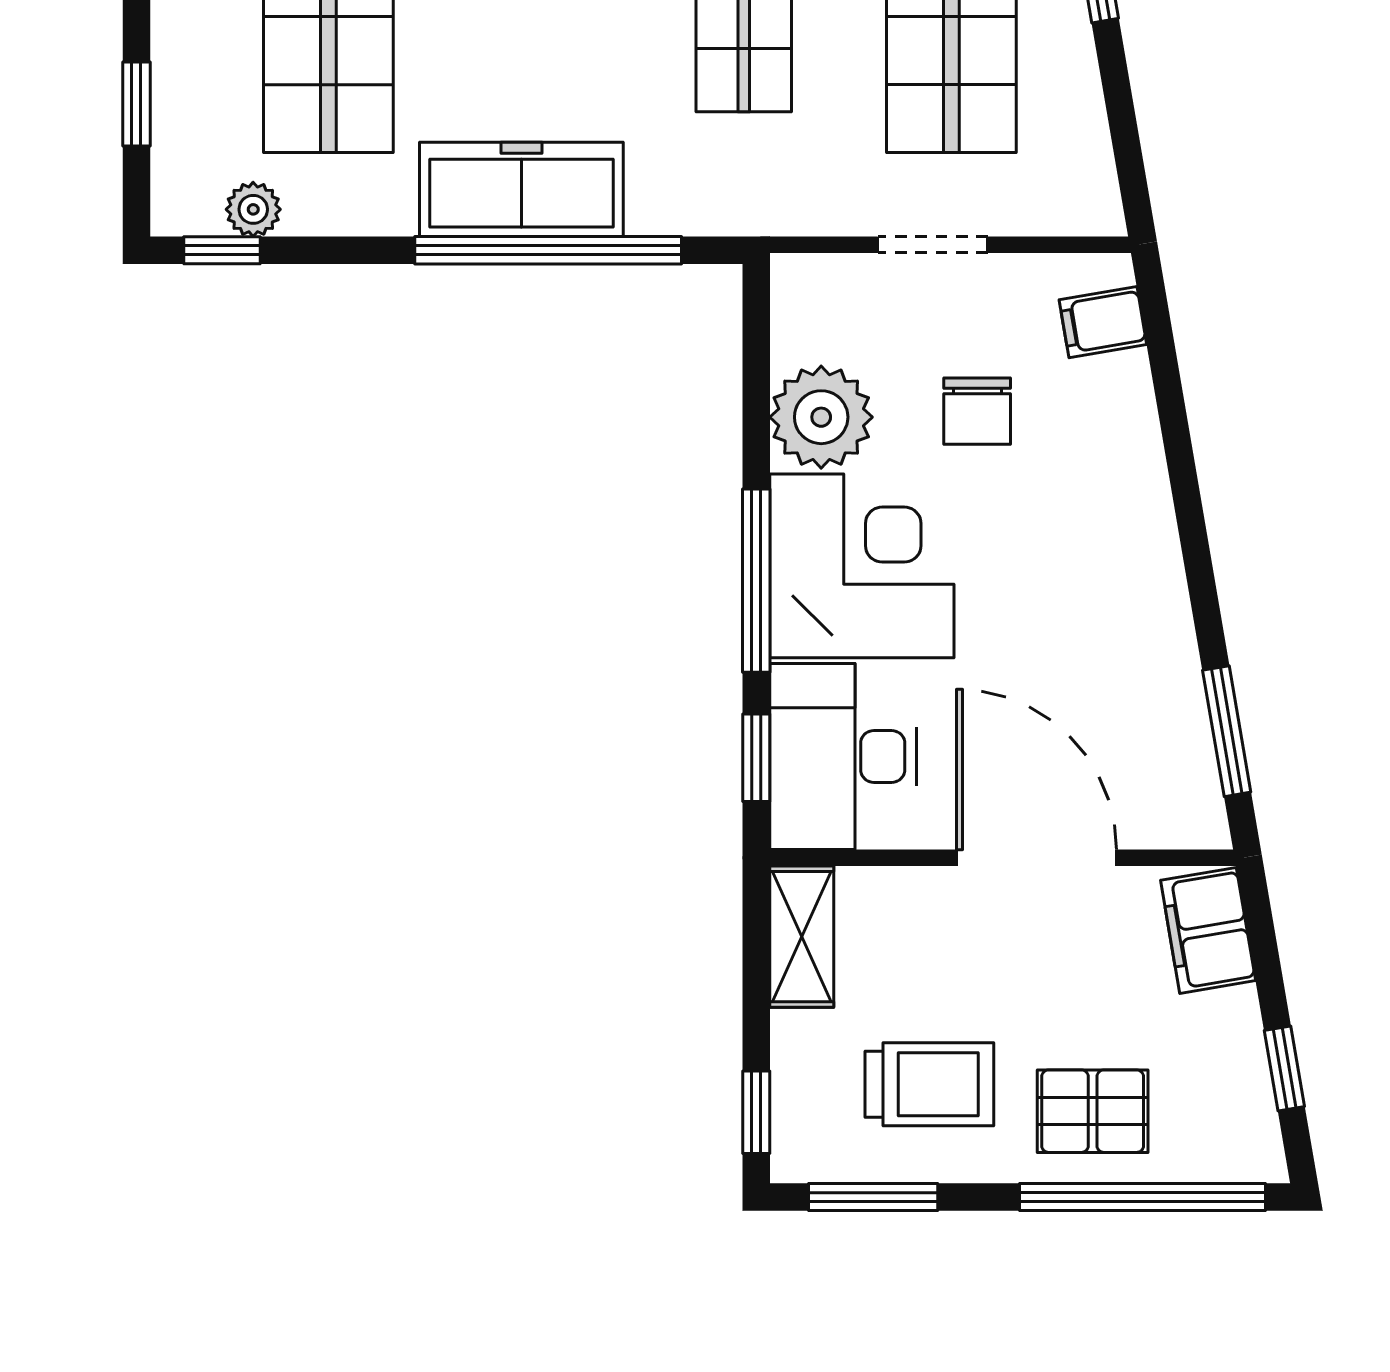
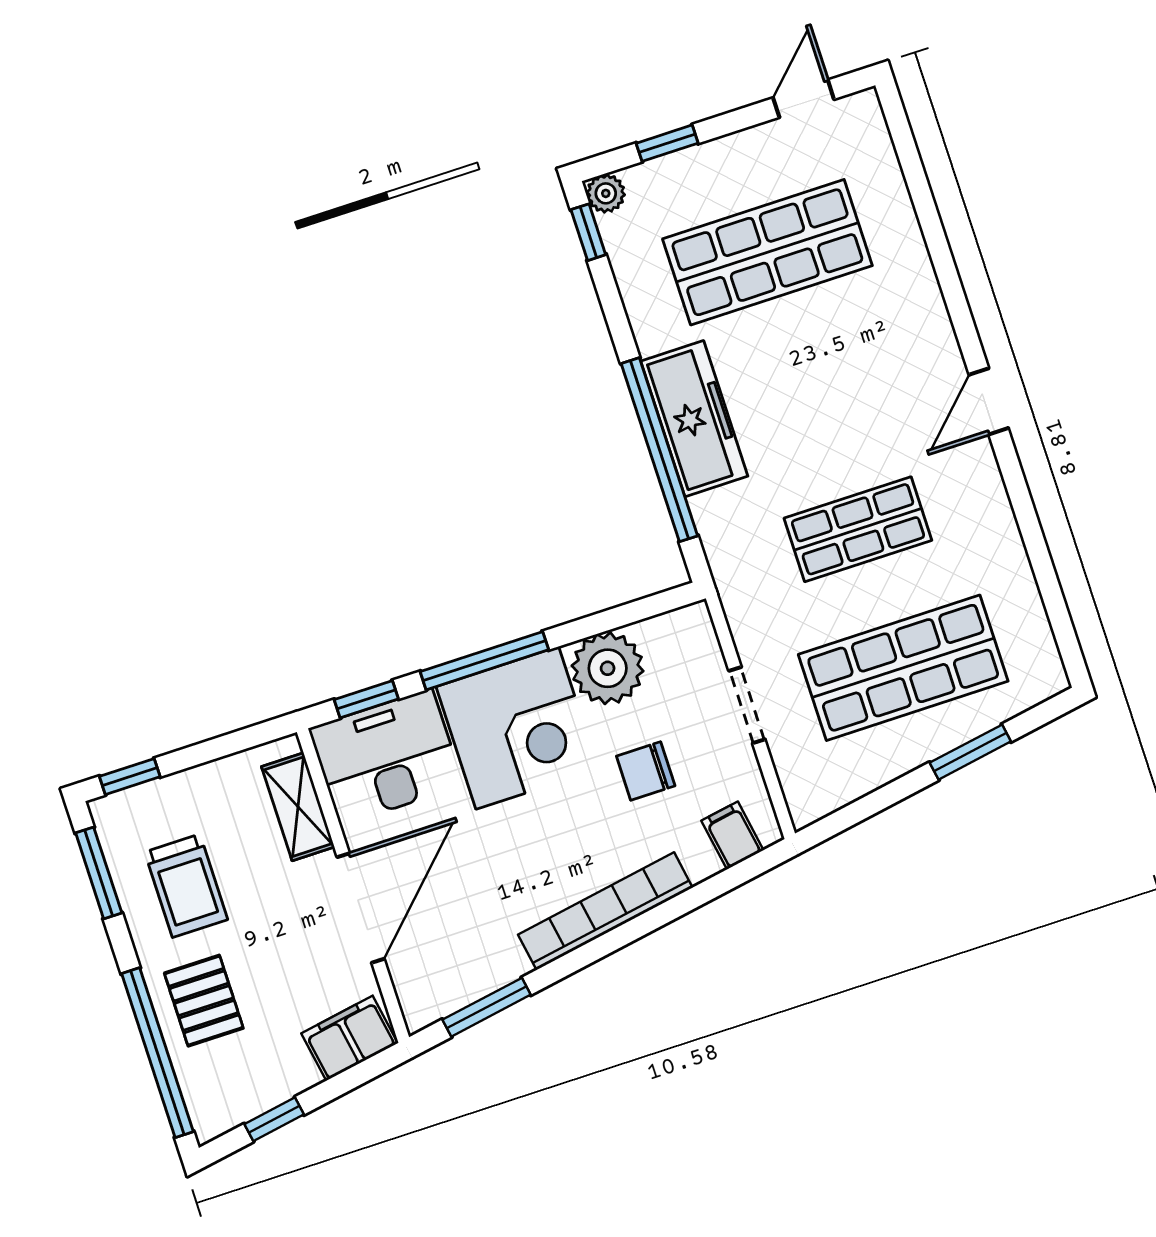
plant: (253, 209) -> (606, 193), moved
bookcase: (1149, 528) -> (605, 911), added
shelving: (802, 937) -> (298, 807), moved, turned 90

